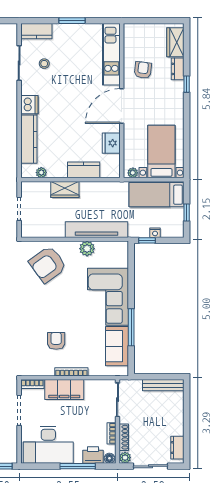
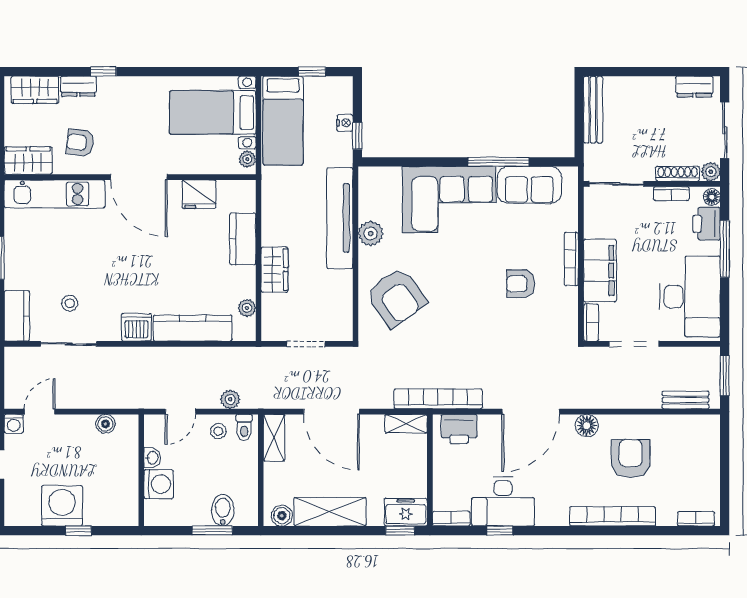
wardrobe: (132, 38) -> (28, 161), added

